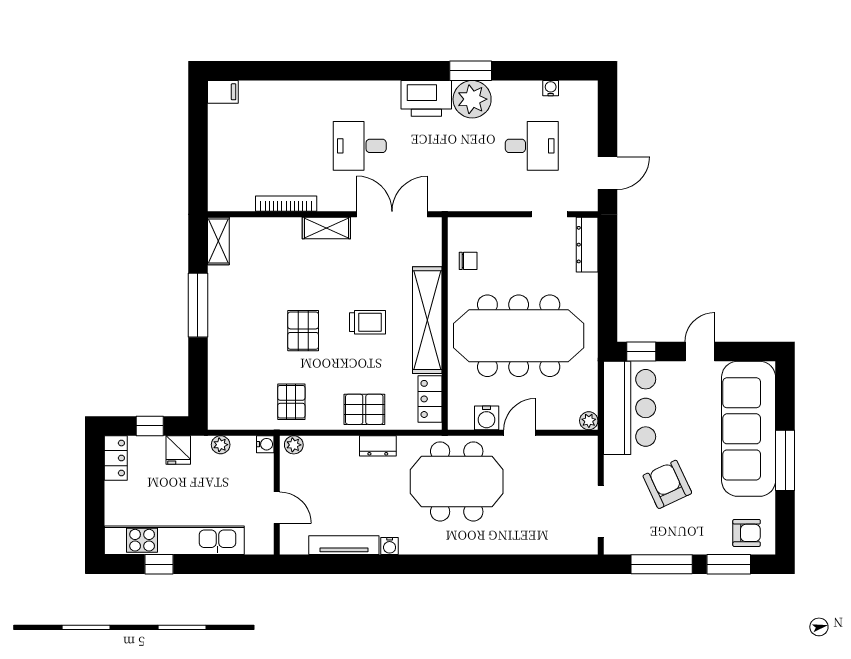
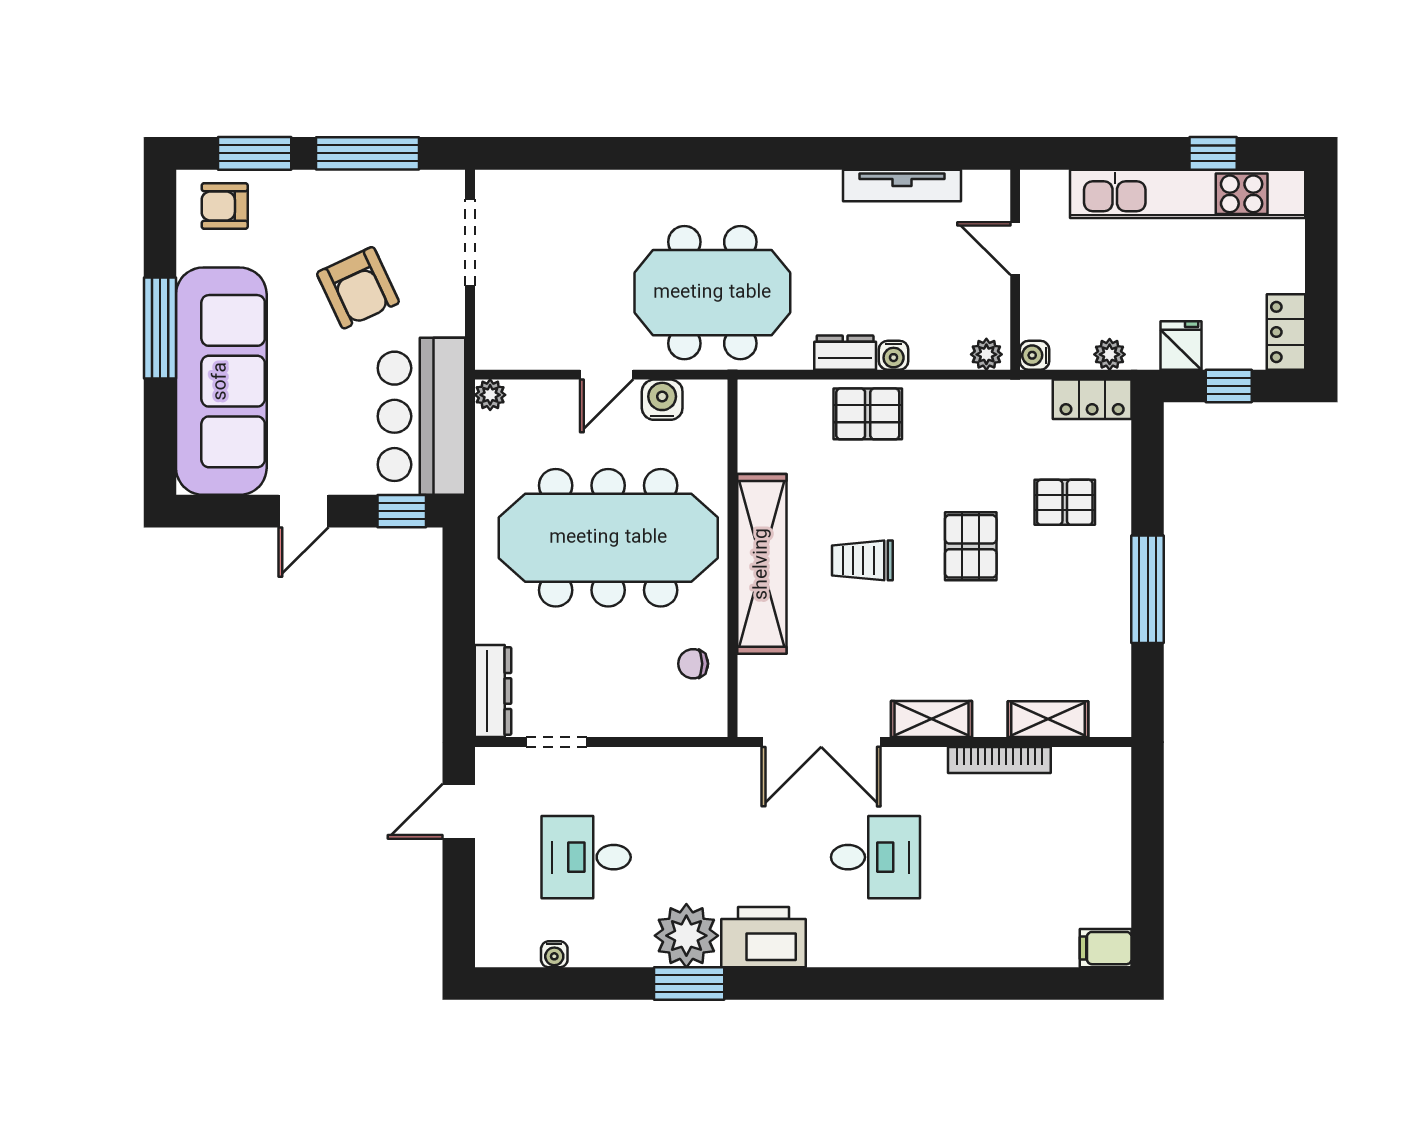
shelving: (218, 241) -> (1048, 719), moved, turned 90
locker: (430, 399) -> (1092, 399), moved, turned 90
pallet: (291, 402) -> (1065, 502), moved, turned 90
water cooler: (390, 546) -> (894, 355), moved, turned 180

